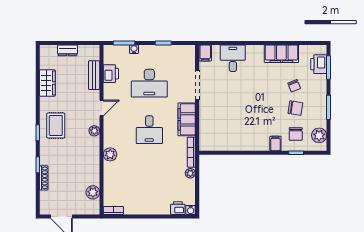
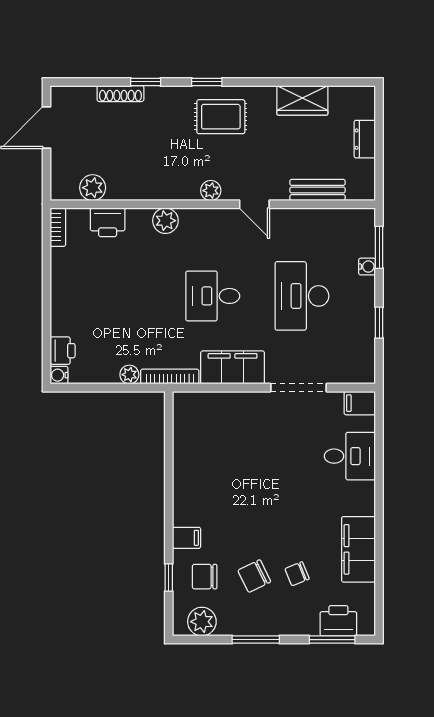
printer: (111, 74) -> (108, 222), moved
chair: (295, 108) -> (254, 576), turned 55

